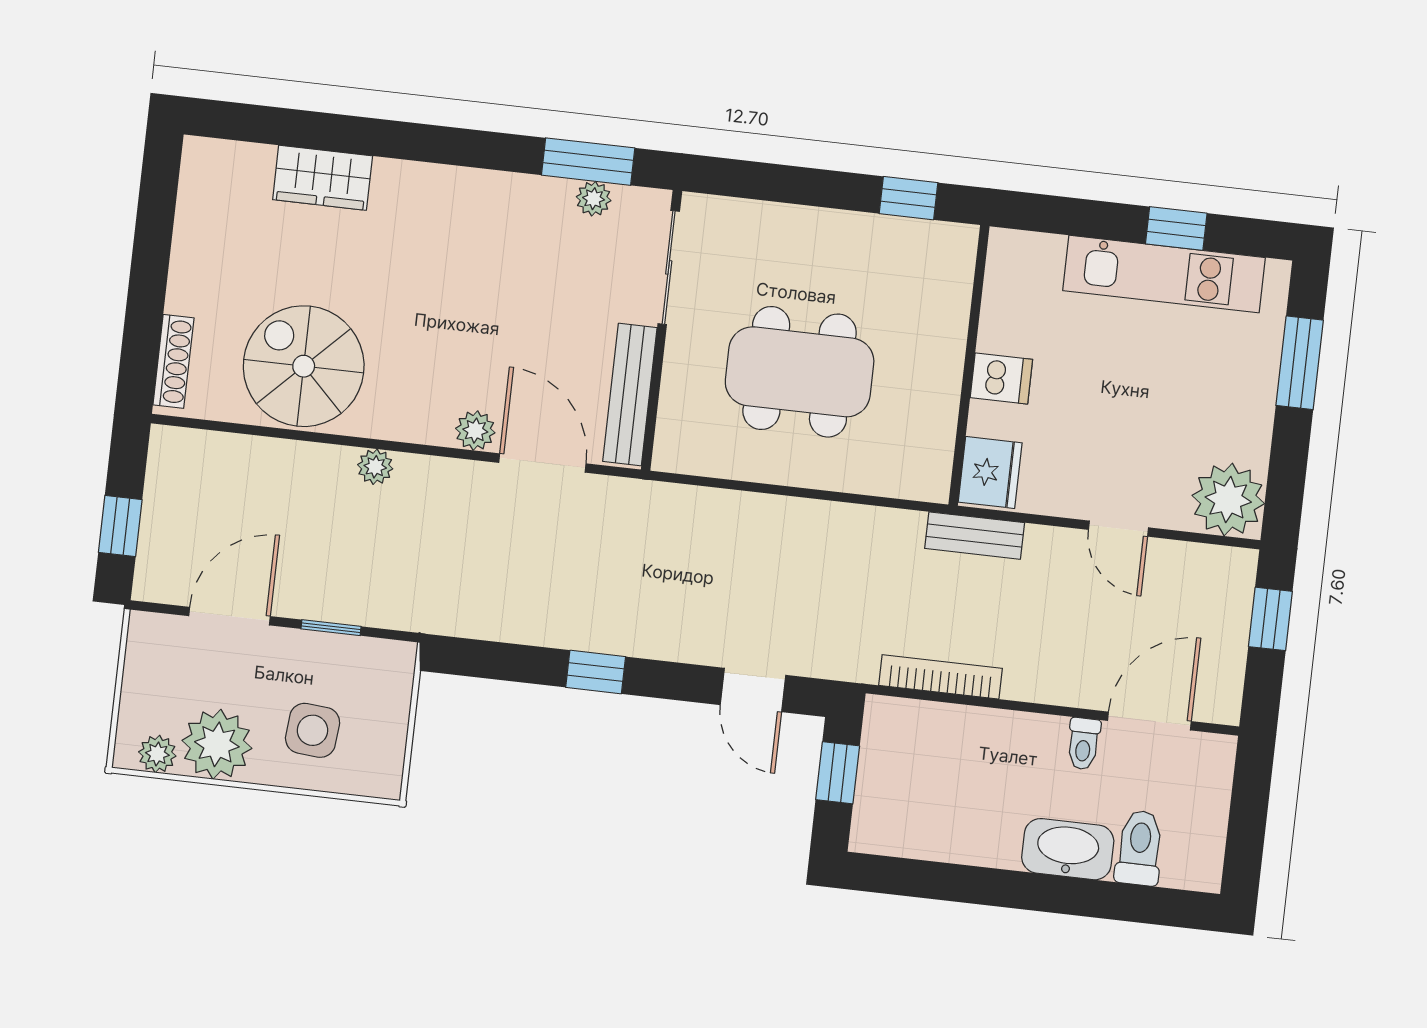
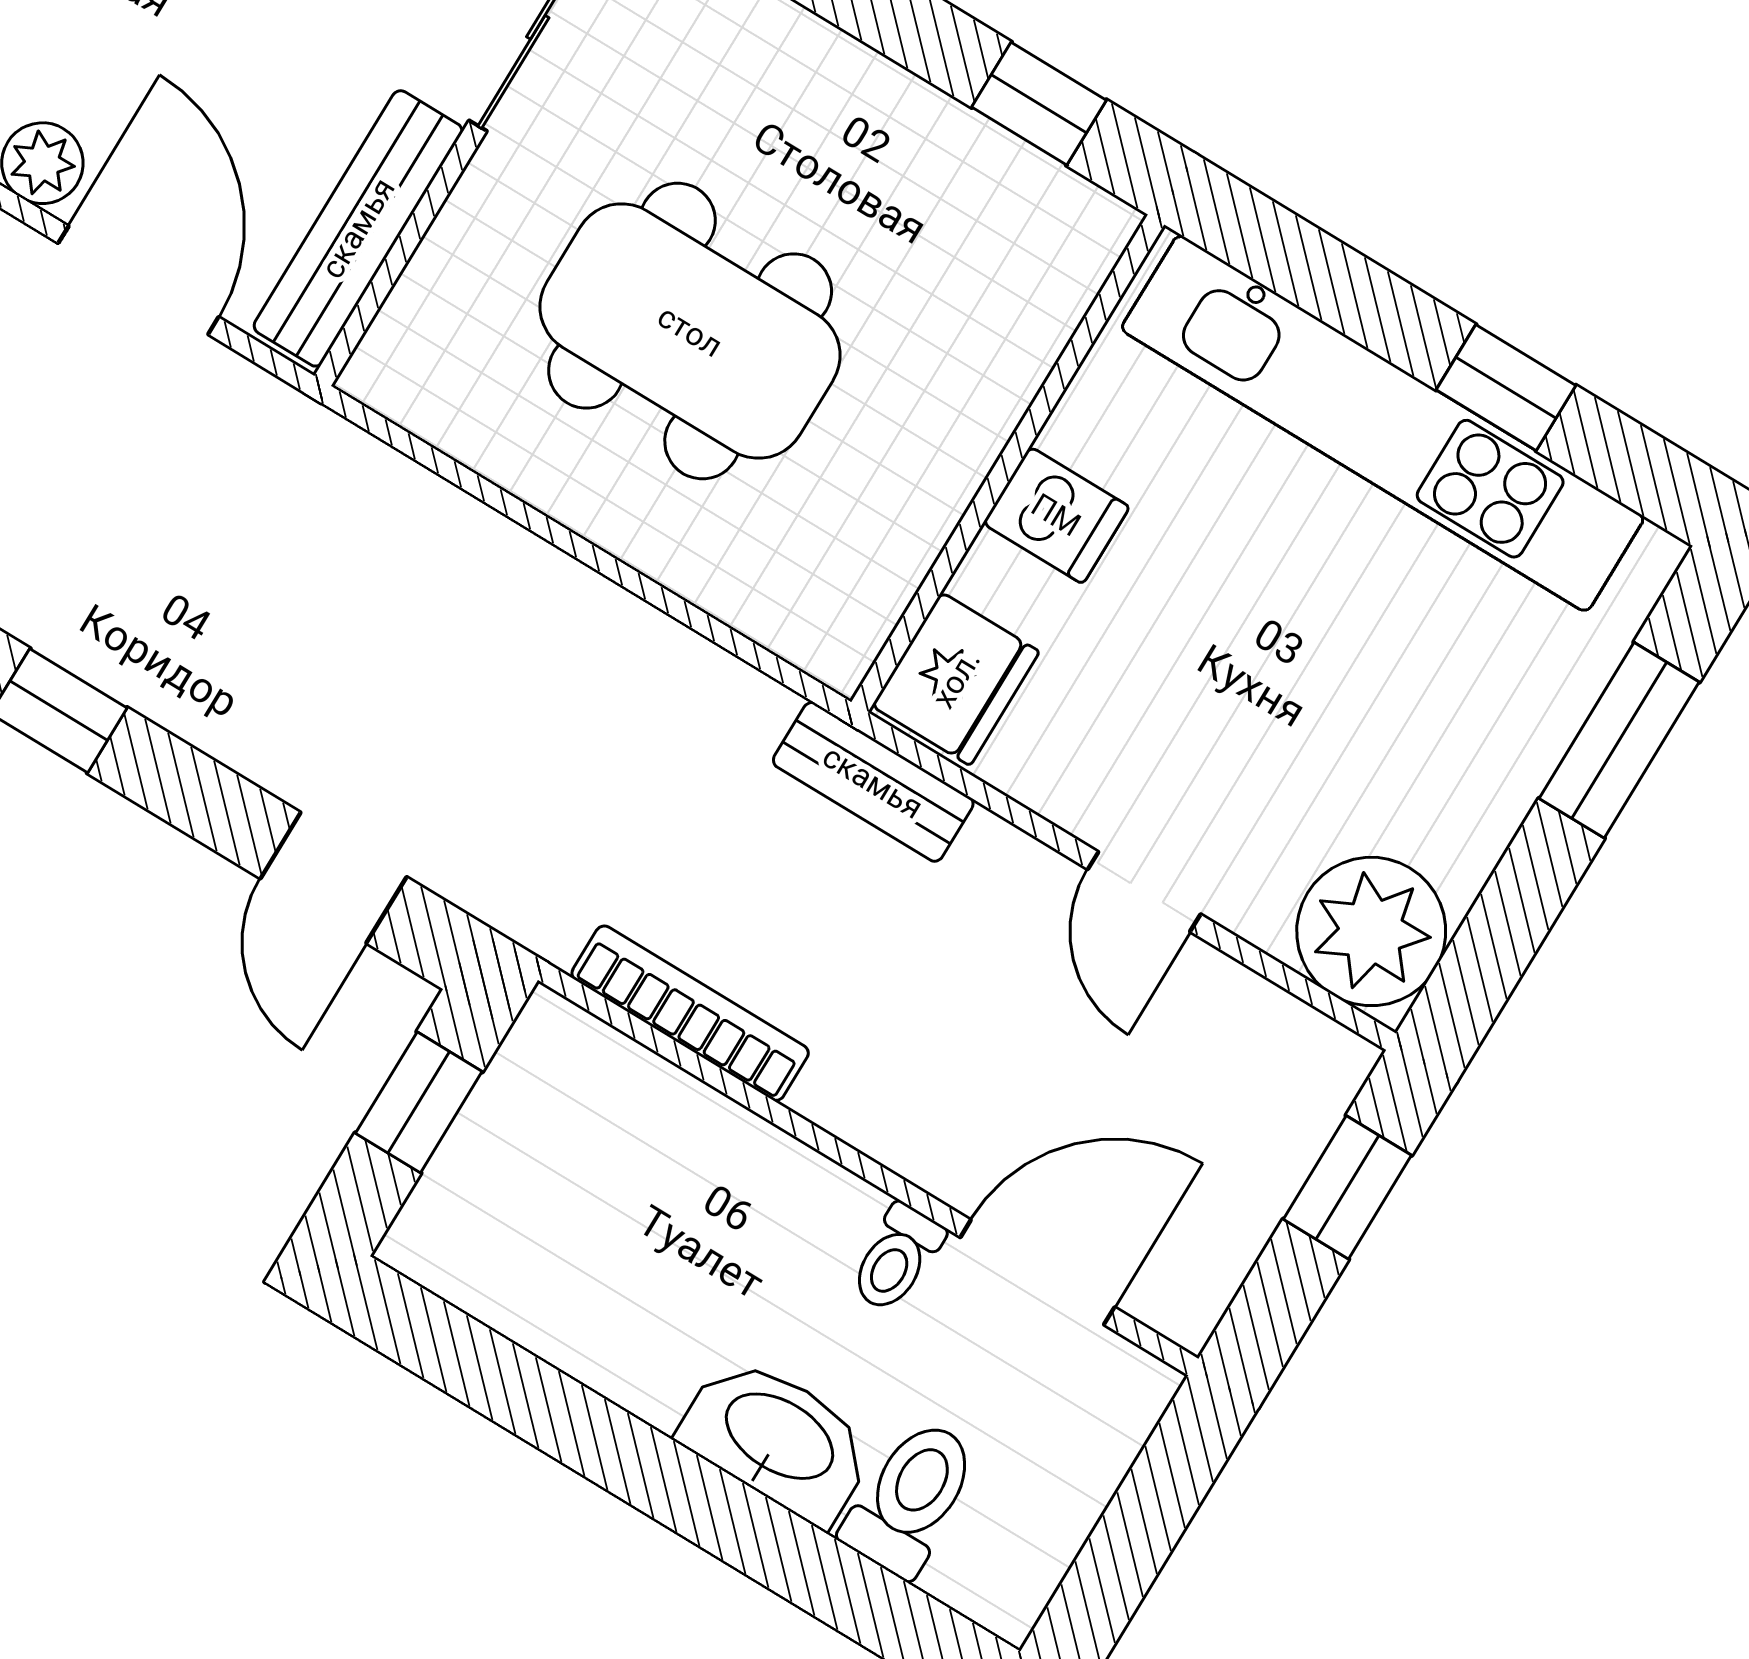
kitchen unit: (1164, 274) -> (1383, 423), width x1.36

